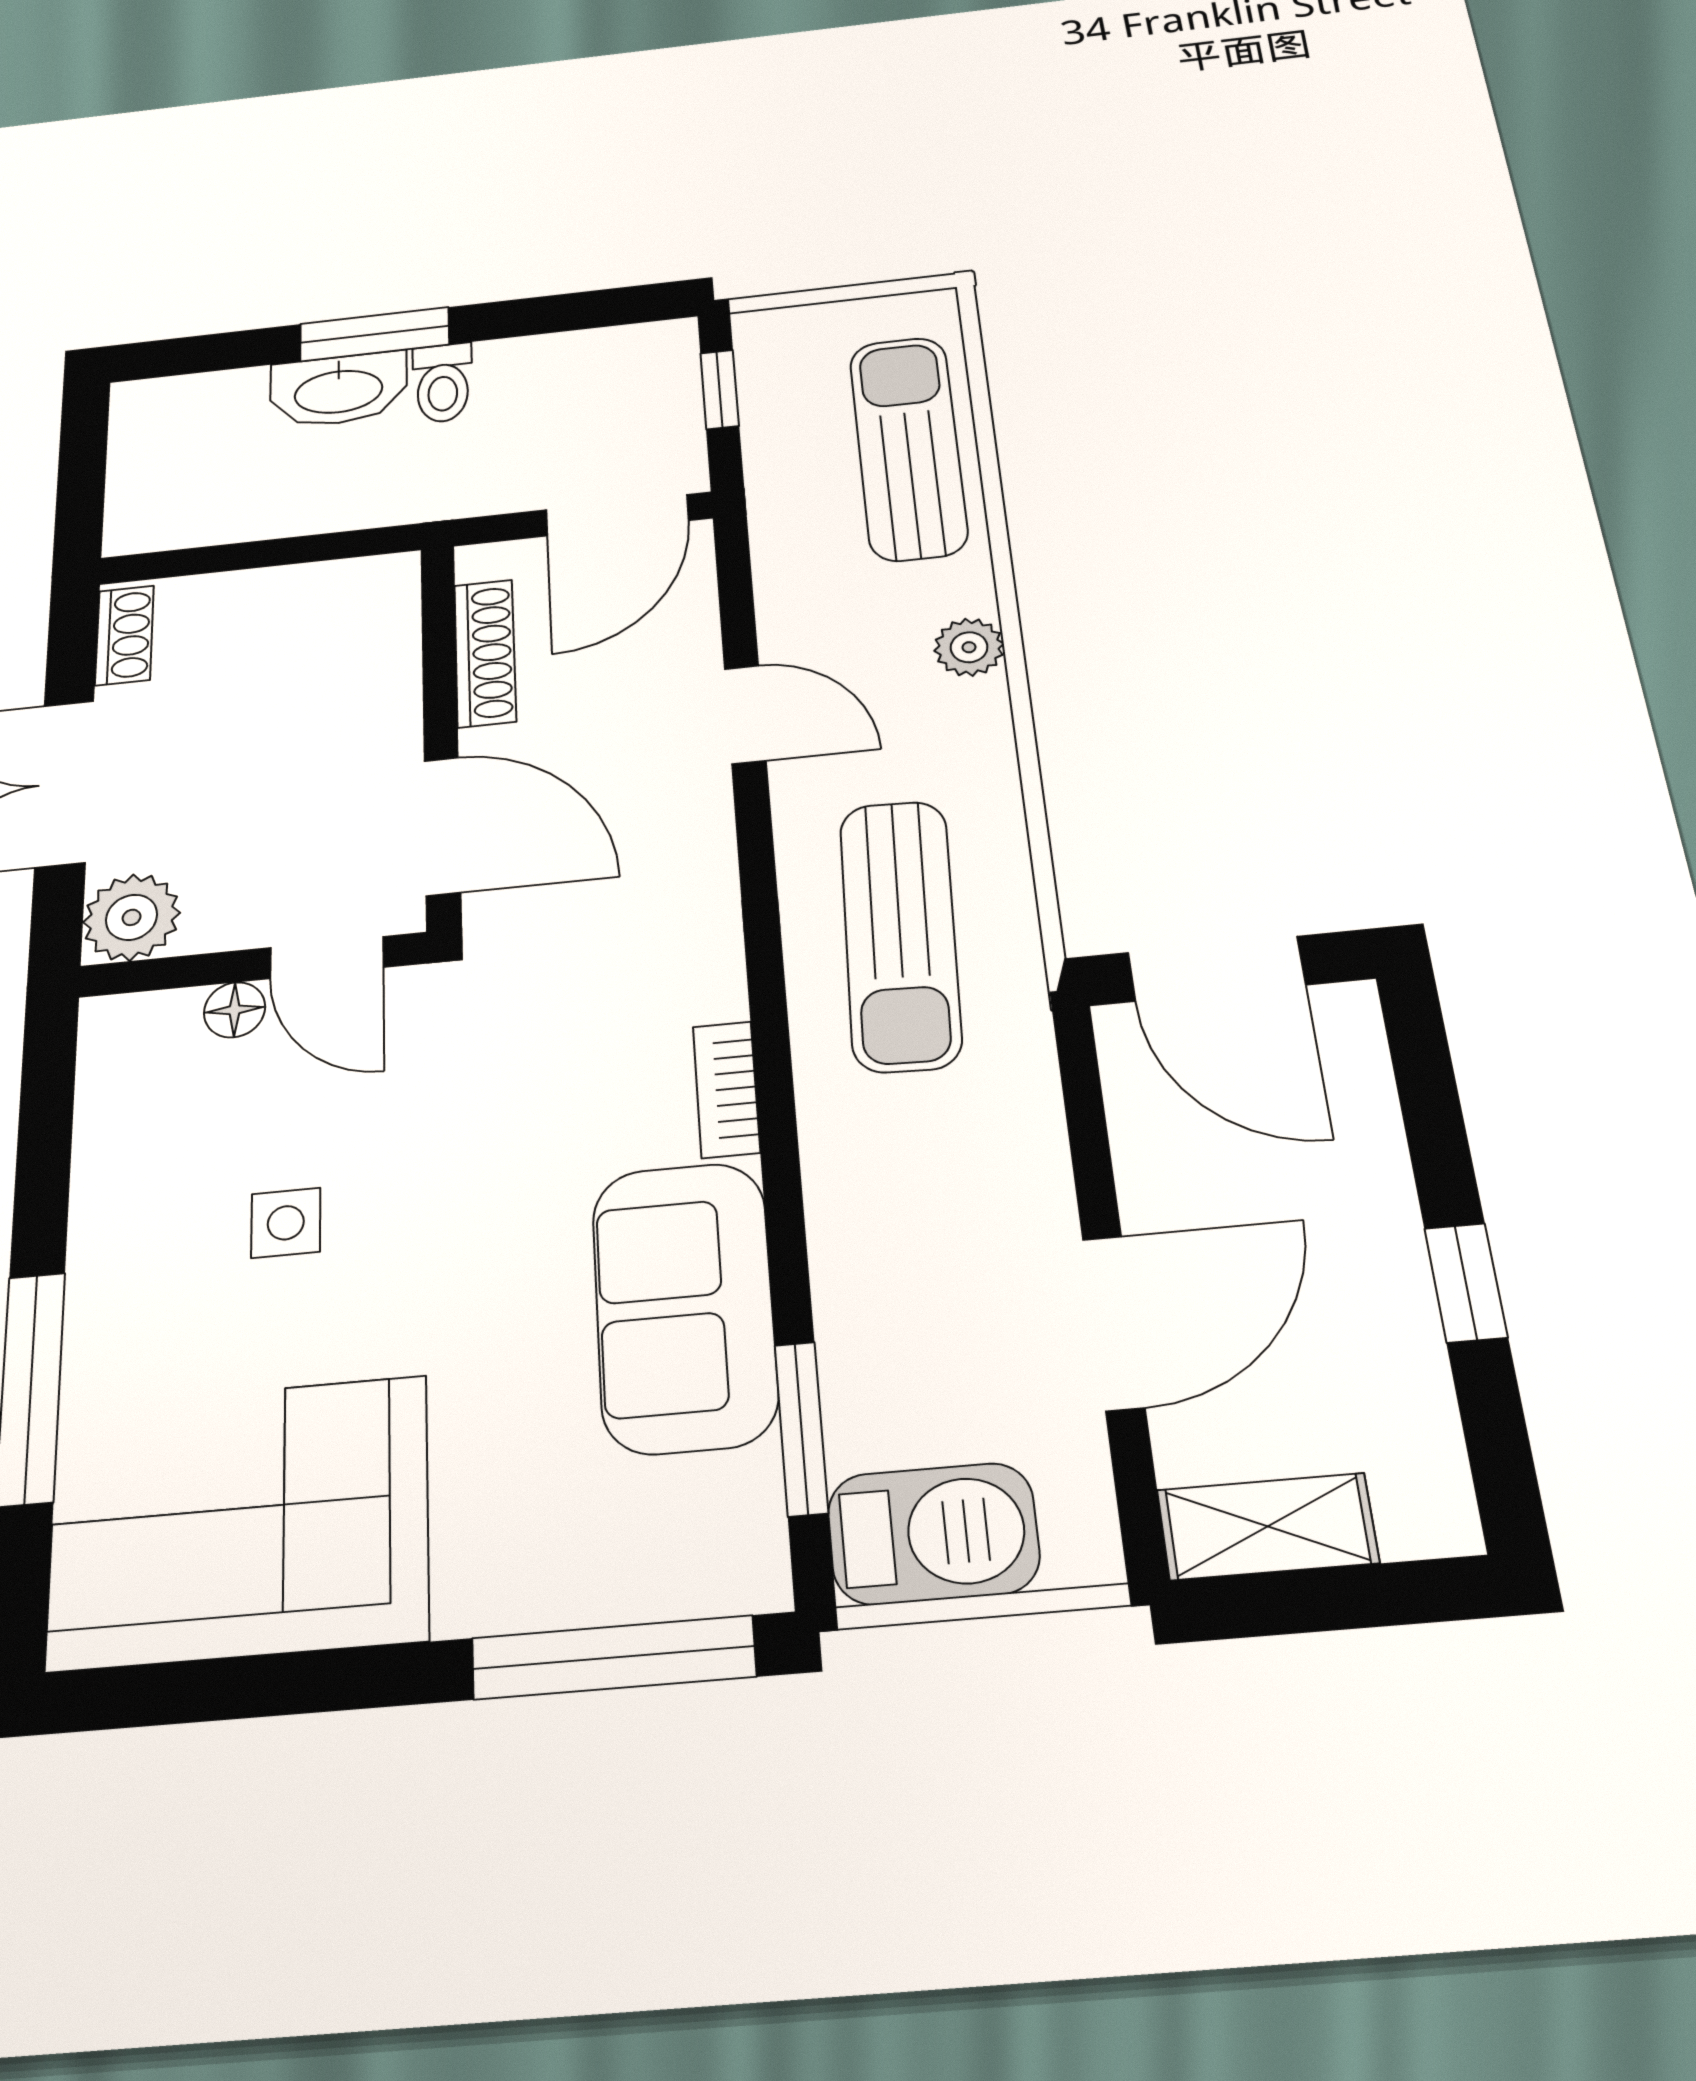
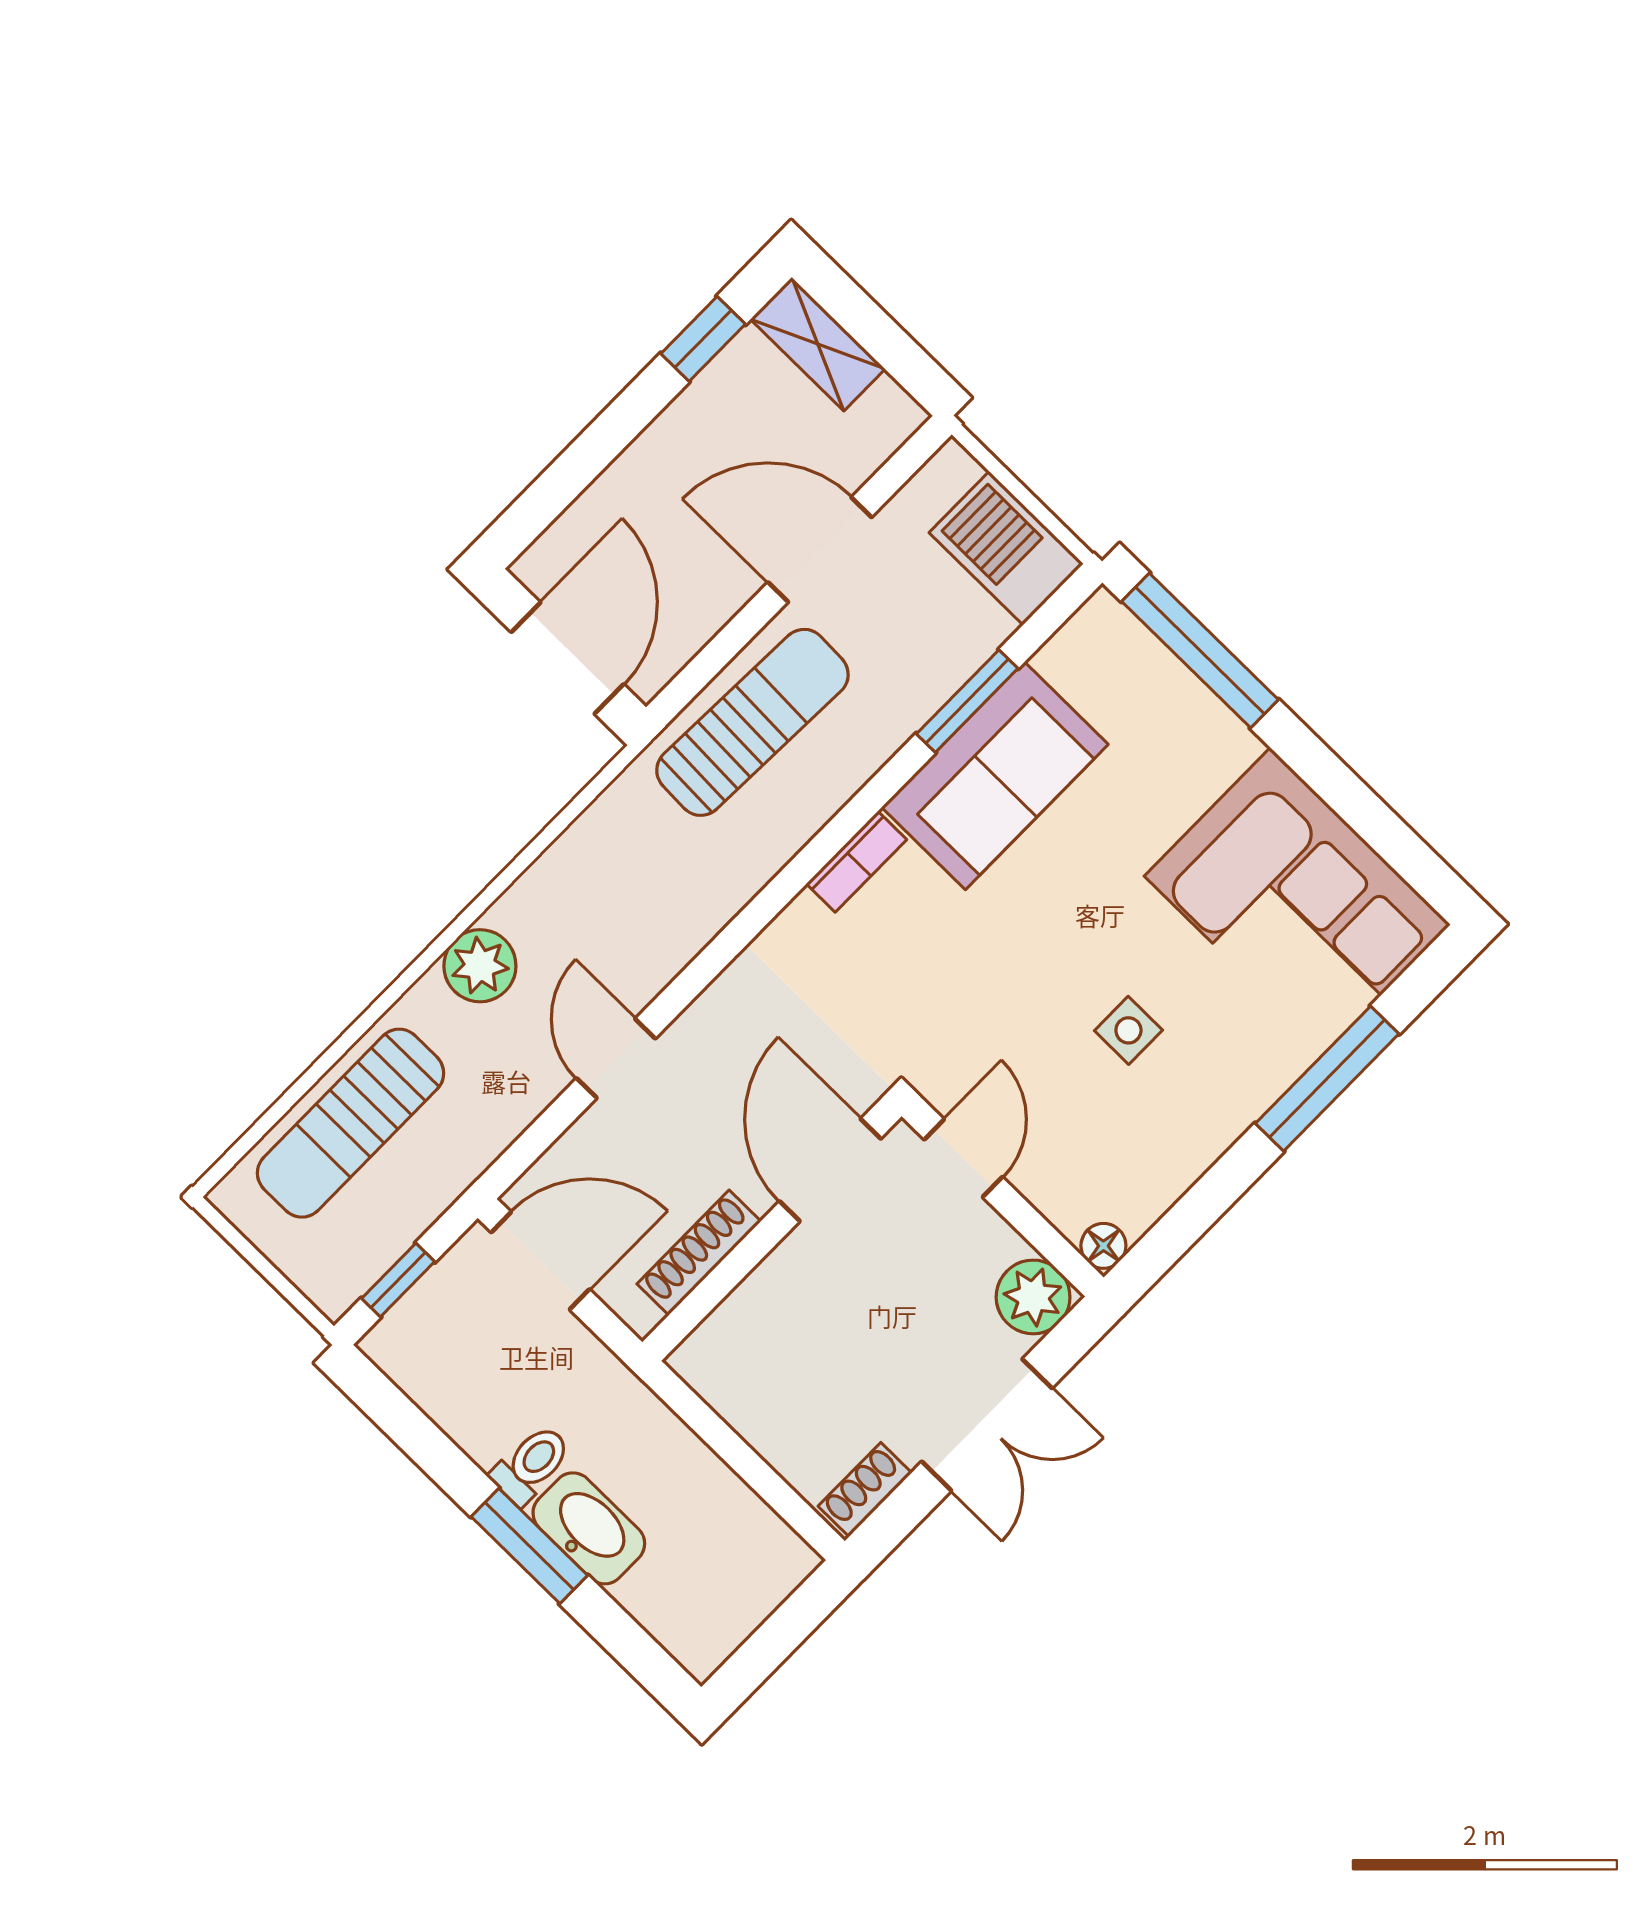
plant: (969, 647) -> (480, 966), width x1.38, depth x1.38
sun lounger: (900, 934) -> (752, 722), moved
floor lamp: (235, 1010) -> (1103, 1246), moved
window: (1466, 1283) -> (703, 339), moved
window: (801, 1428) -> (967, 701), moved
shelving: (1267, 1526) -> (818, 344), moved

